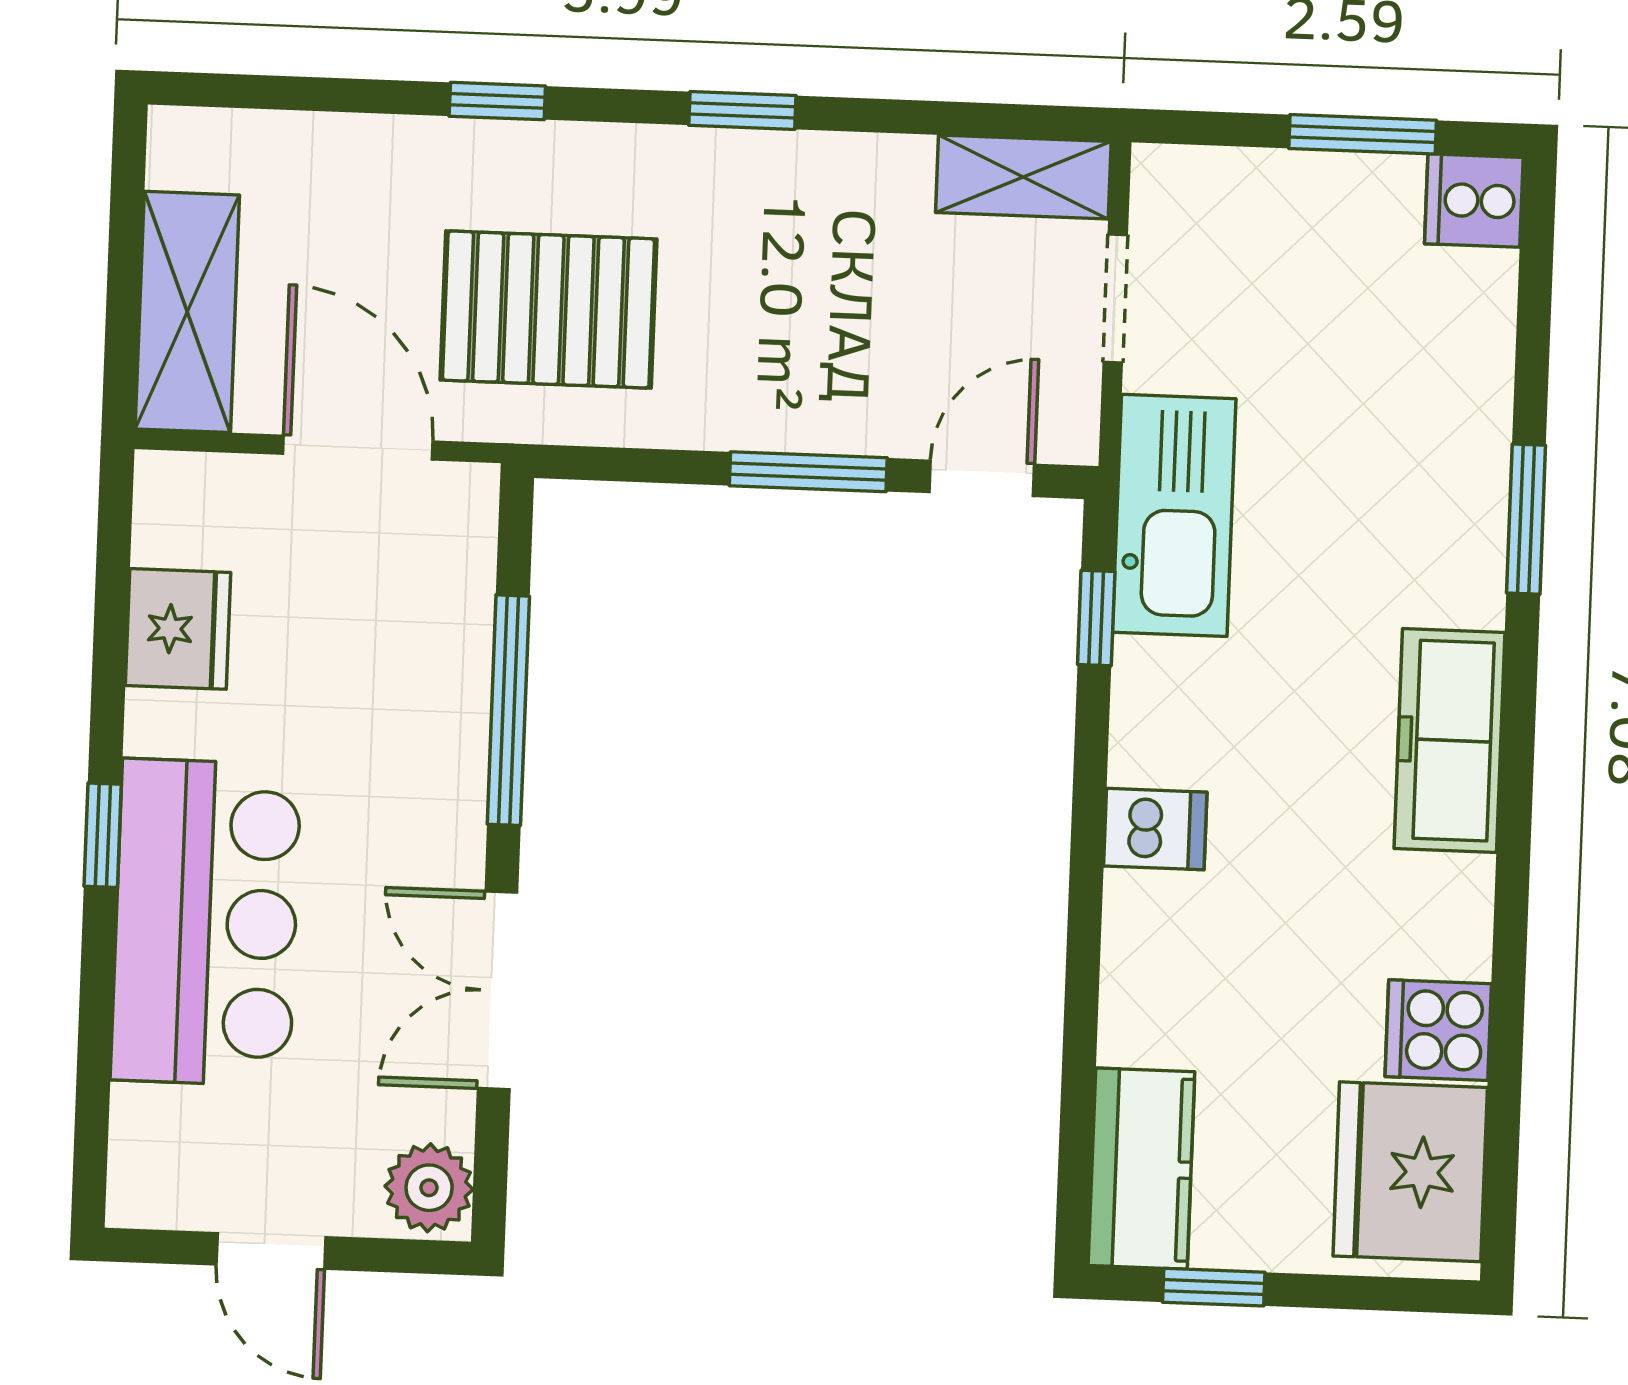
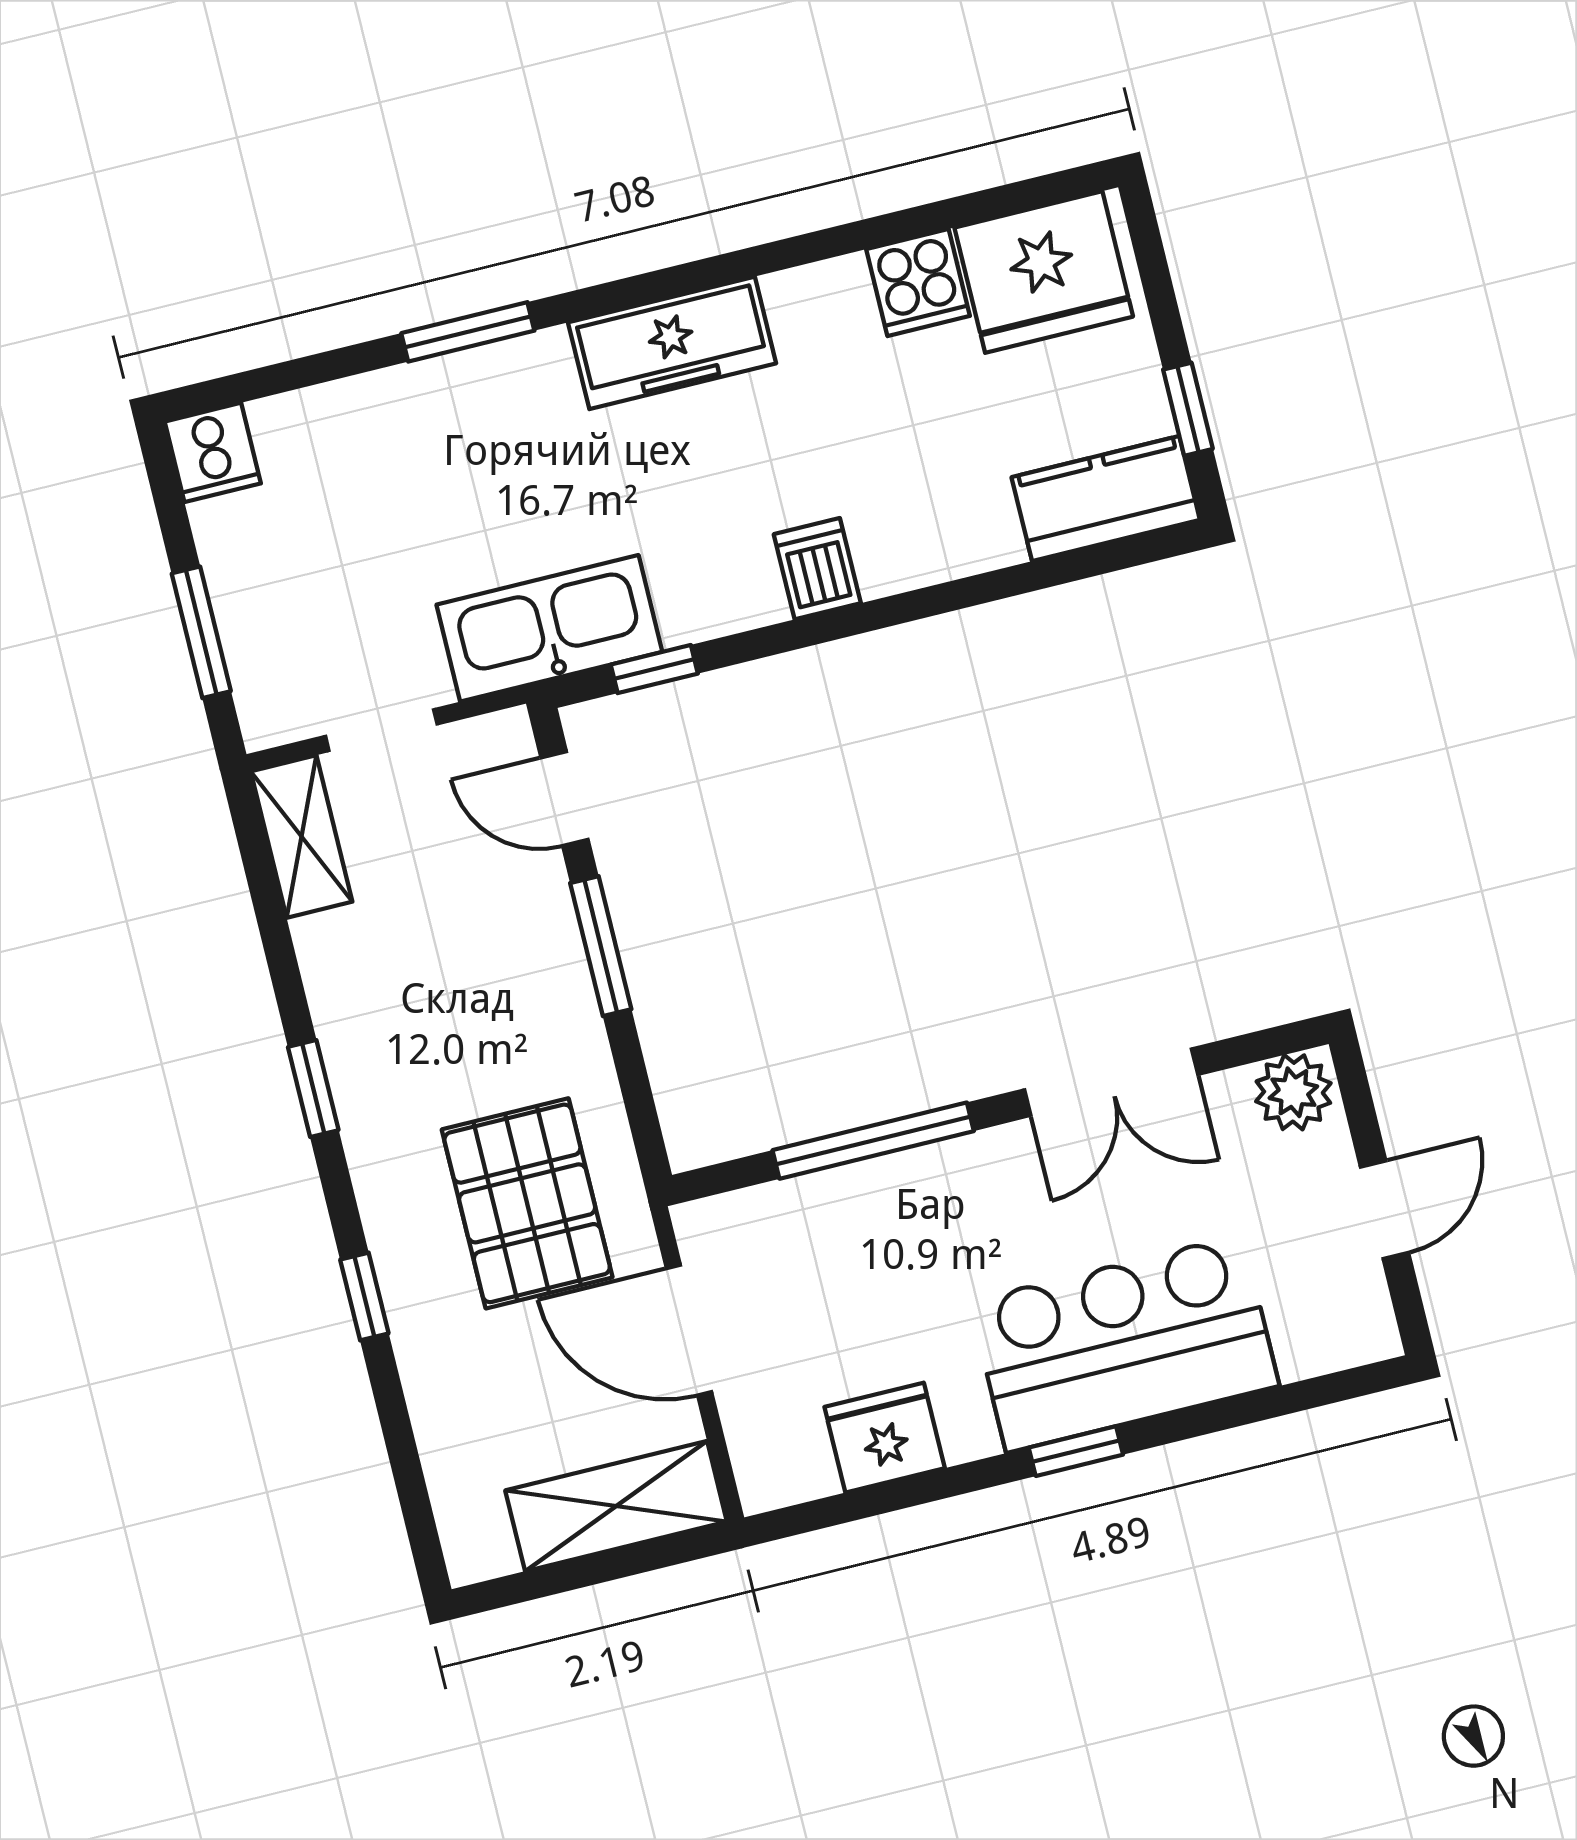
window: (1363, 134) -> (201, 632), moved
door: (358, 448) -> (689, 1330), hinge flipped

